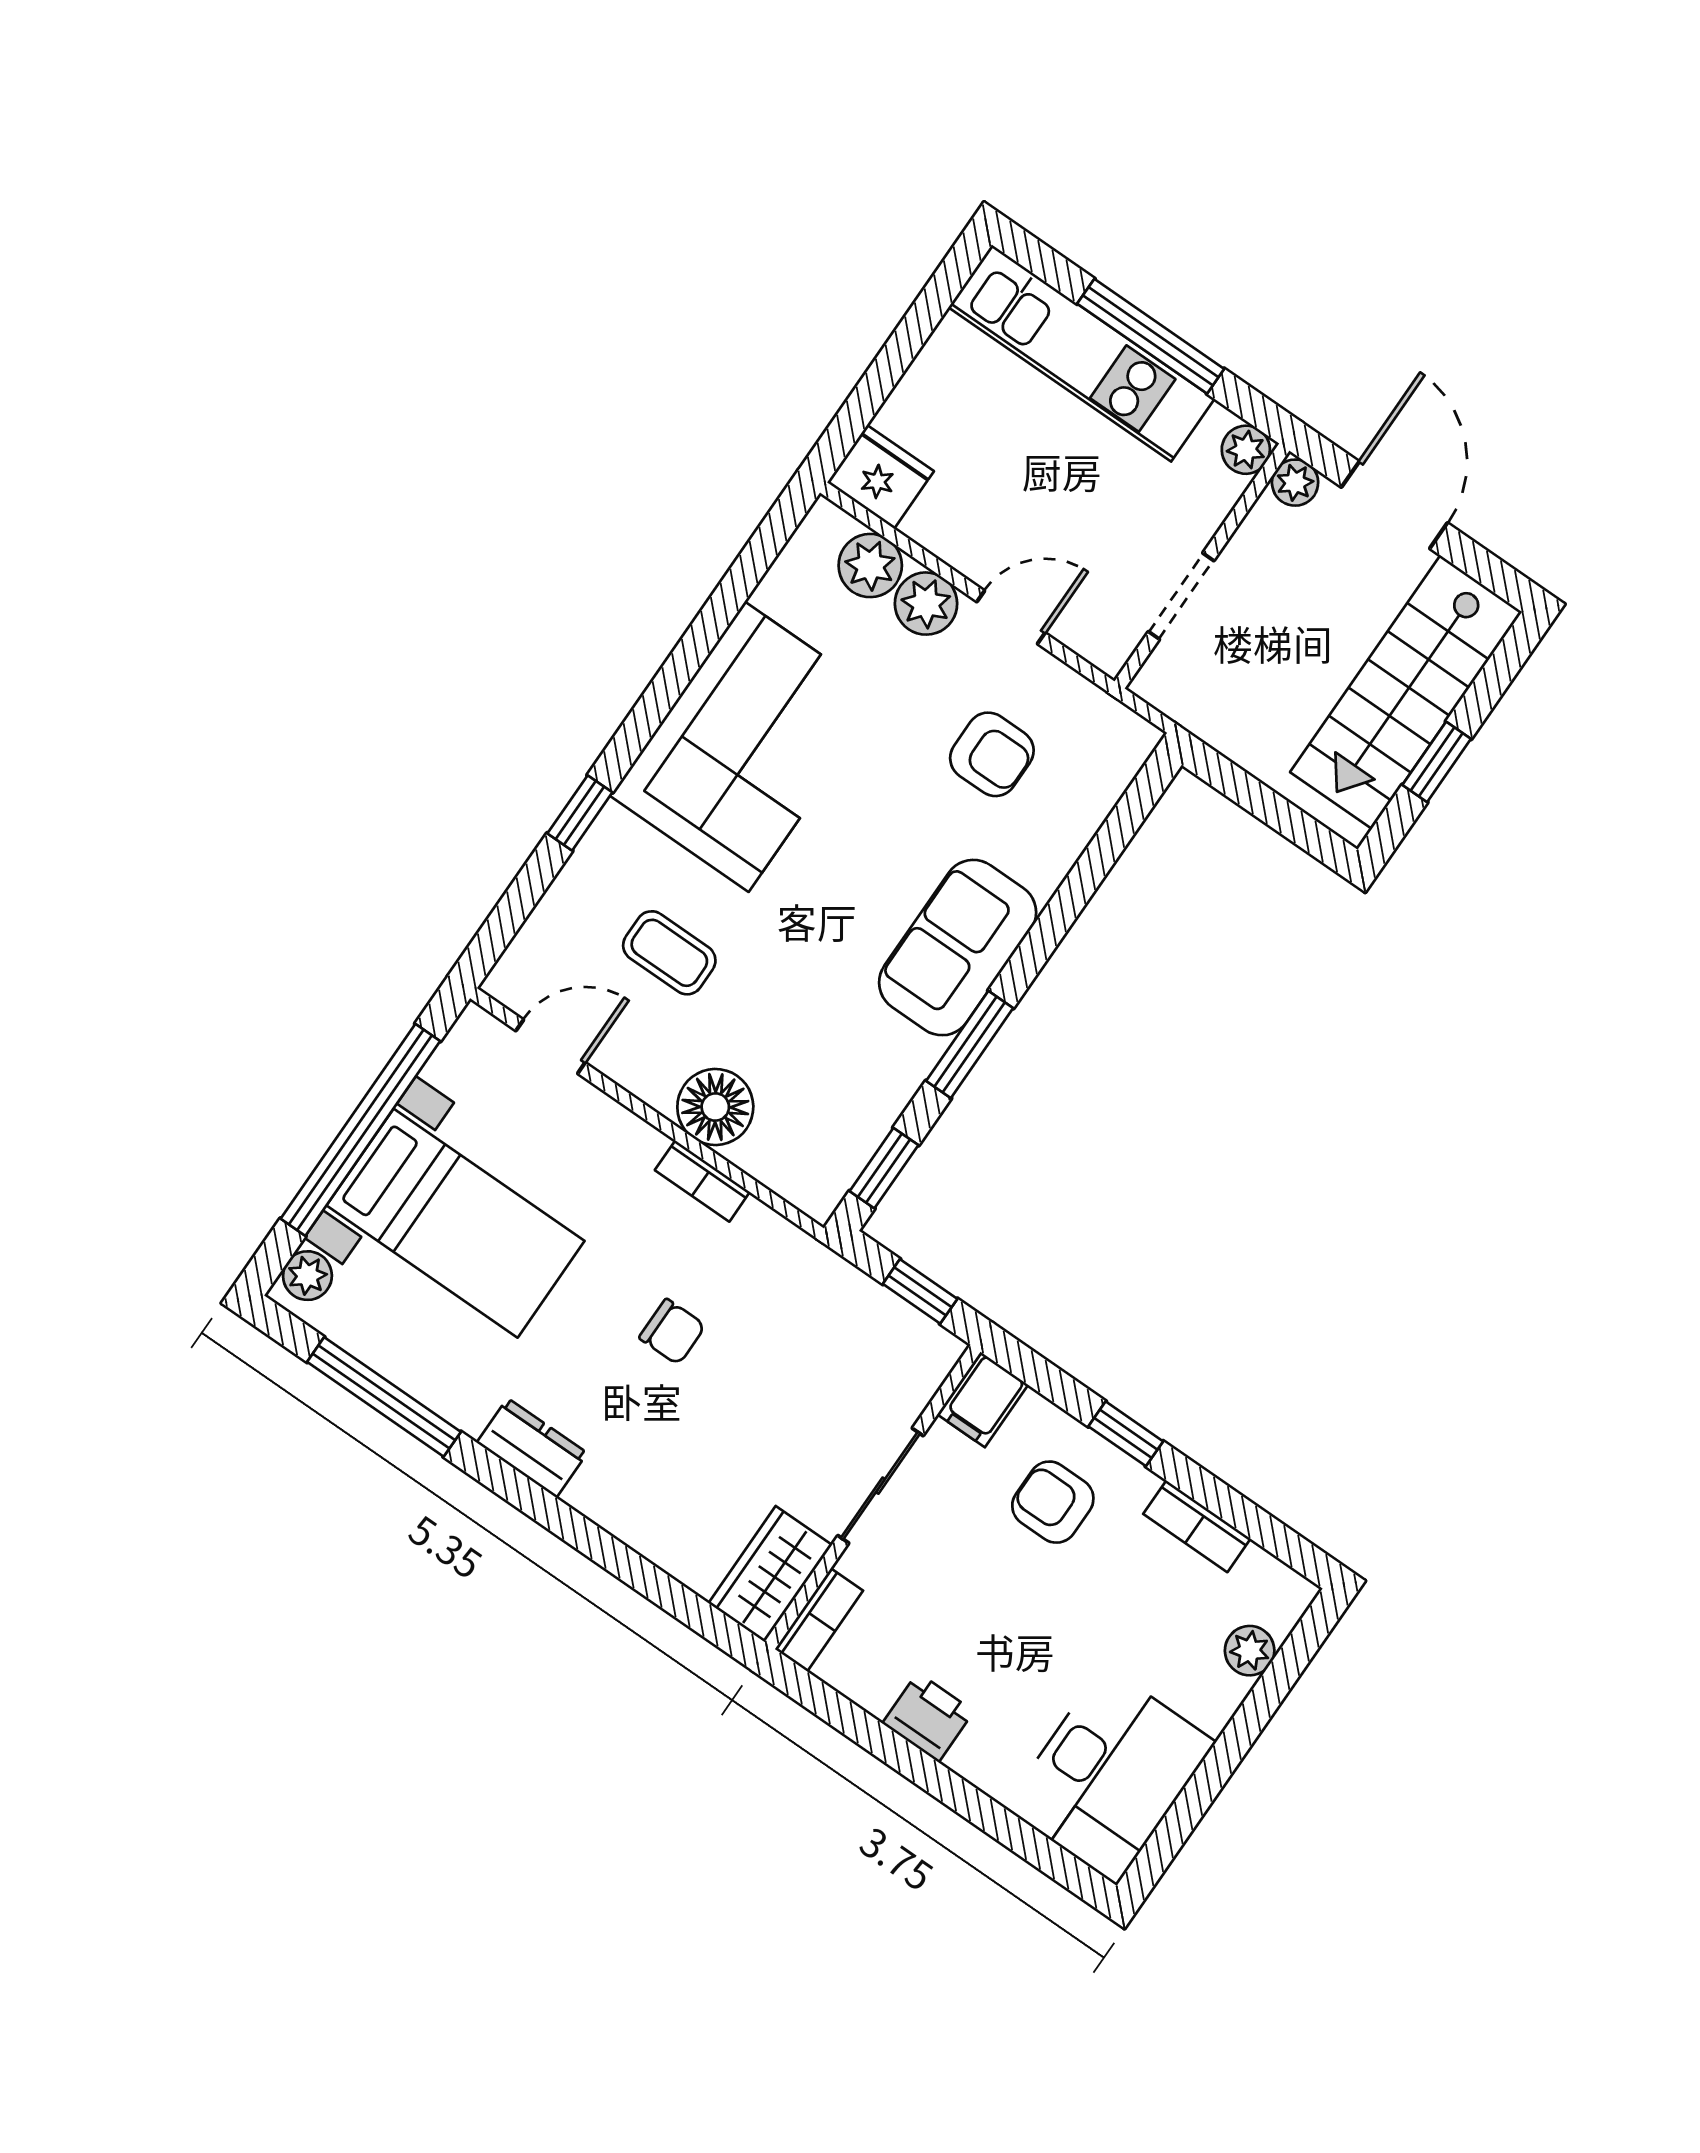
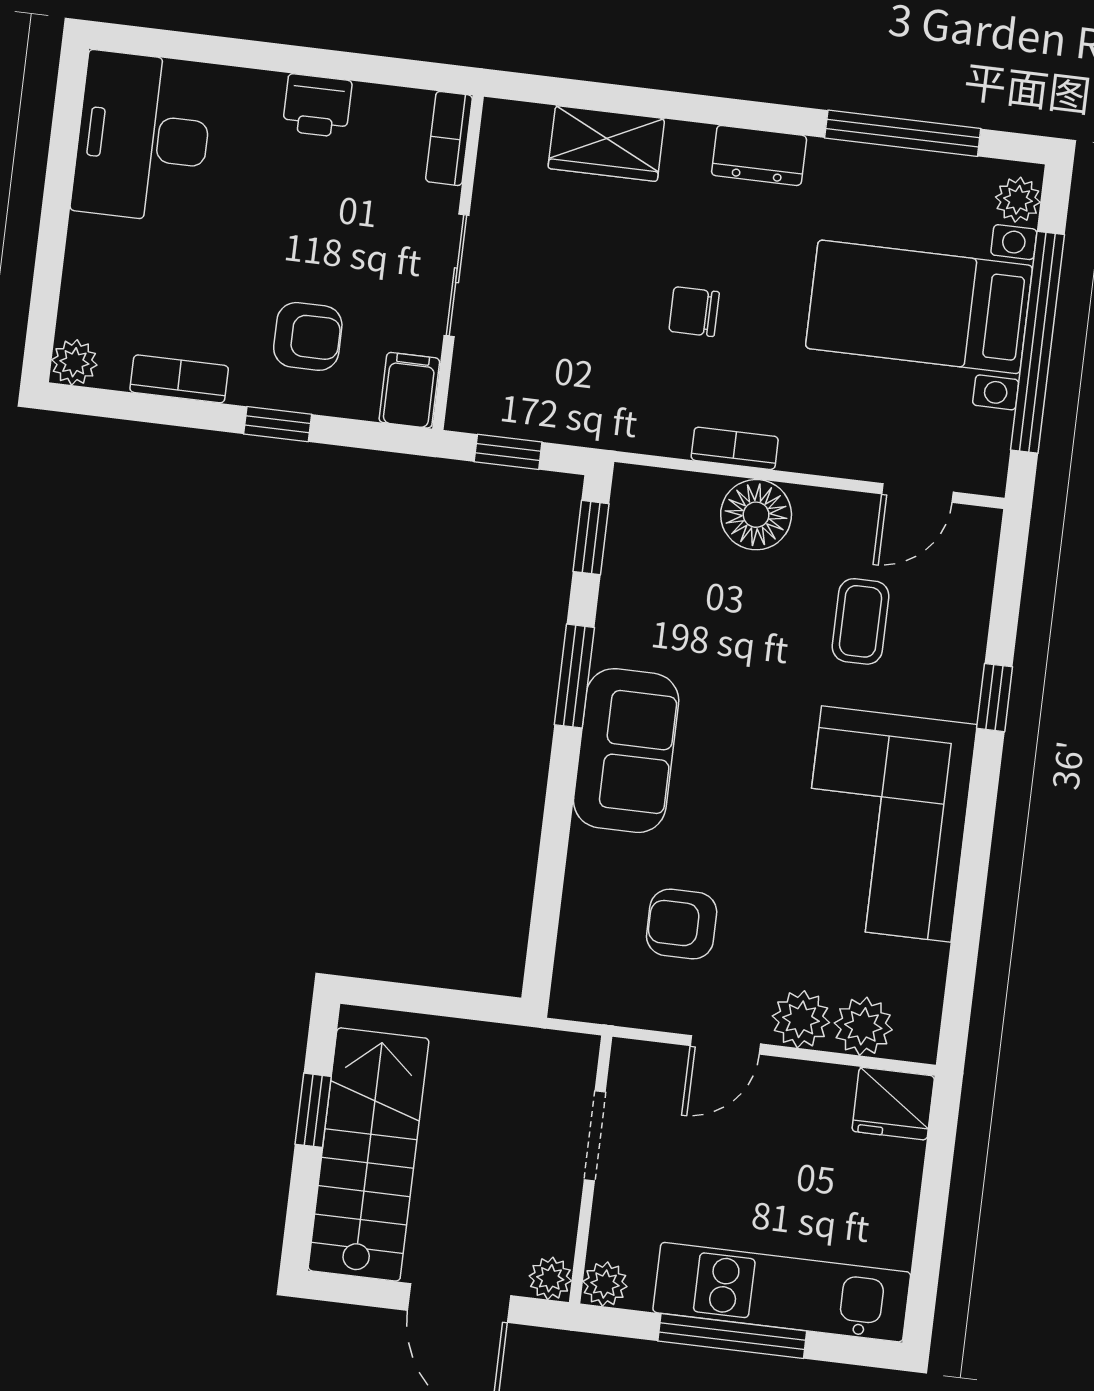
coffee table: (669, 953) -> (861, 621), turned 90
wardrobe: (770, 1574) -> (606, 144), moved, turned 90
plant: (1250, 1651) -> (74, 362), moved

